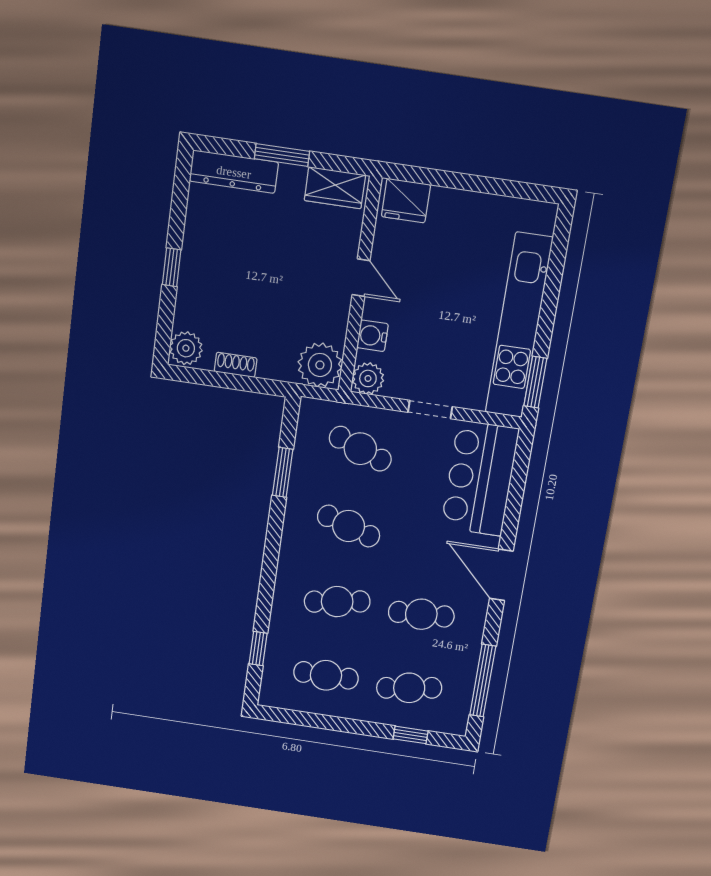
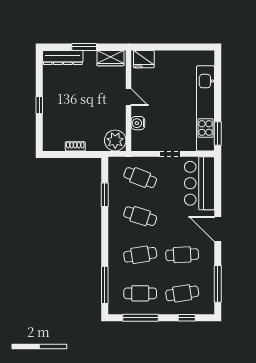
plant: (186, 348) -> (51, 142), removed
plant: (368, 378) -> (139, 143), removed
window: (258, 649) -> (105, 285), width x2.17
window: (320, 721) -> (140, 318), added

